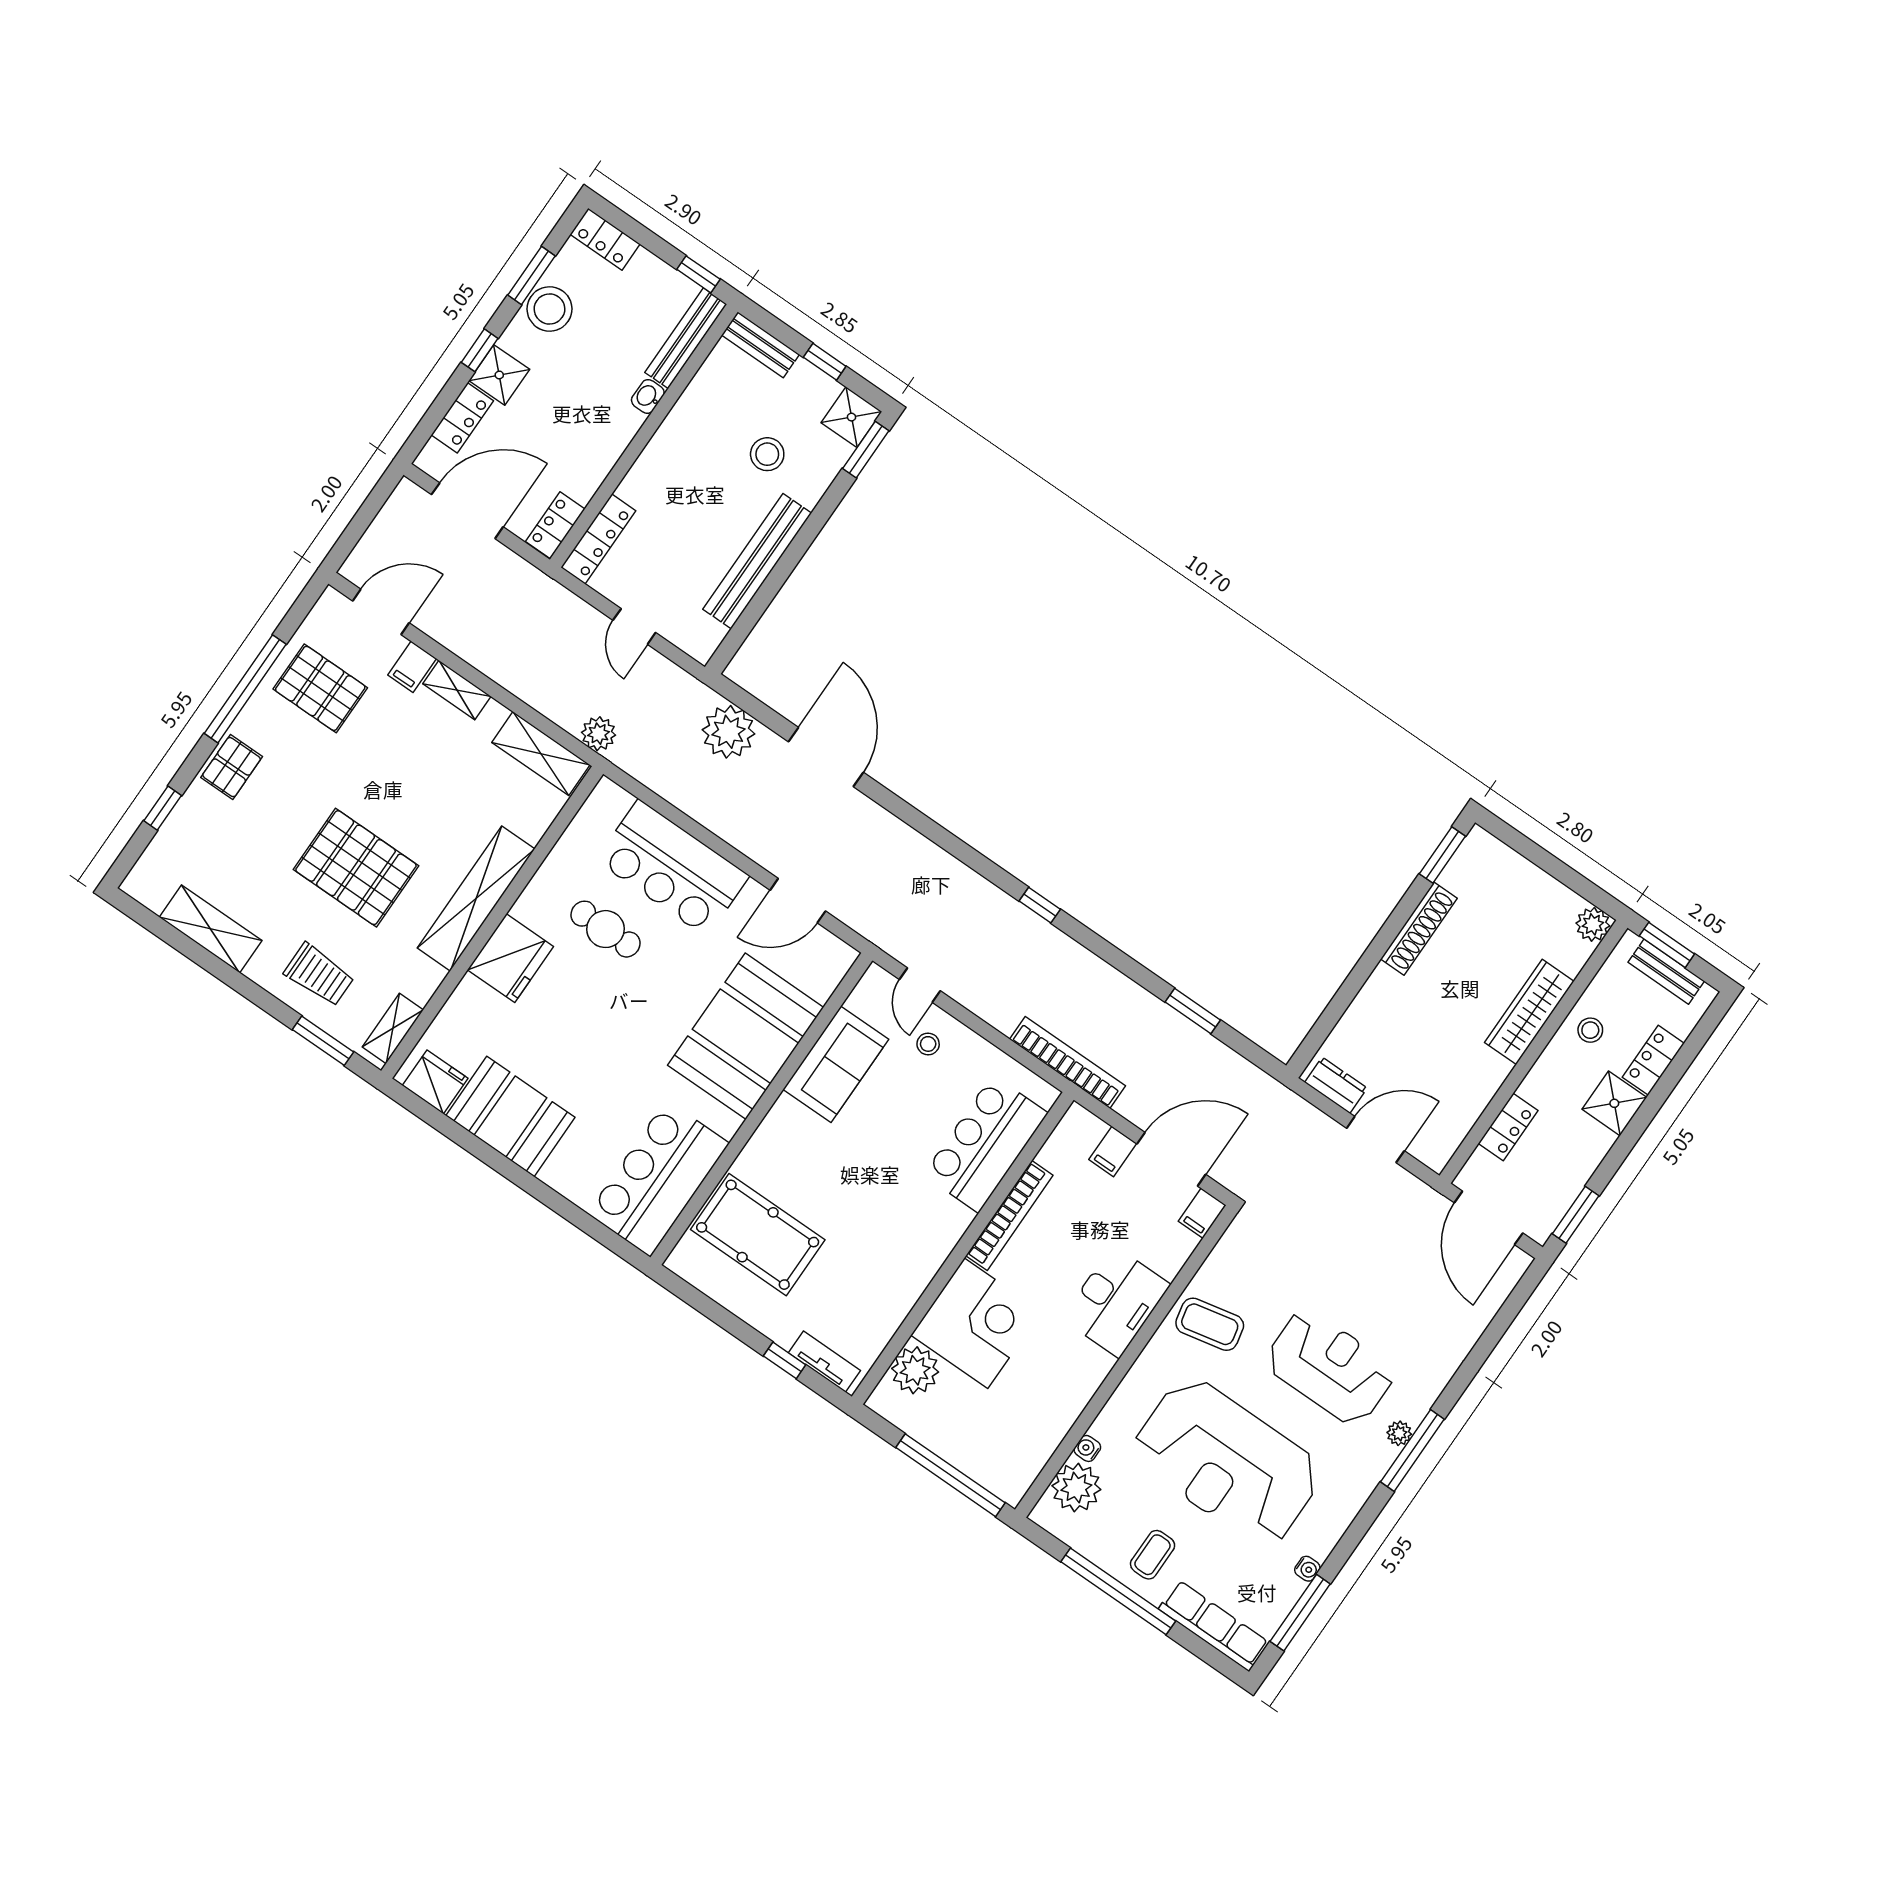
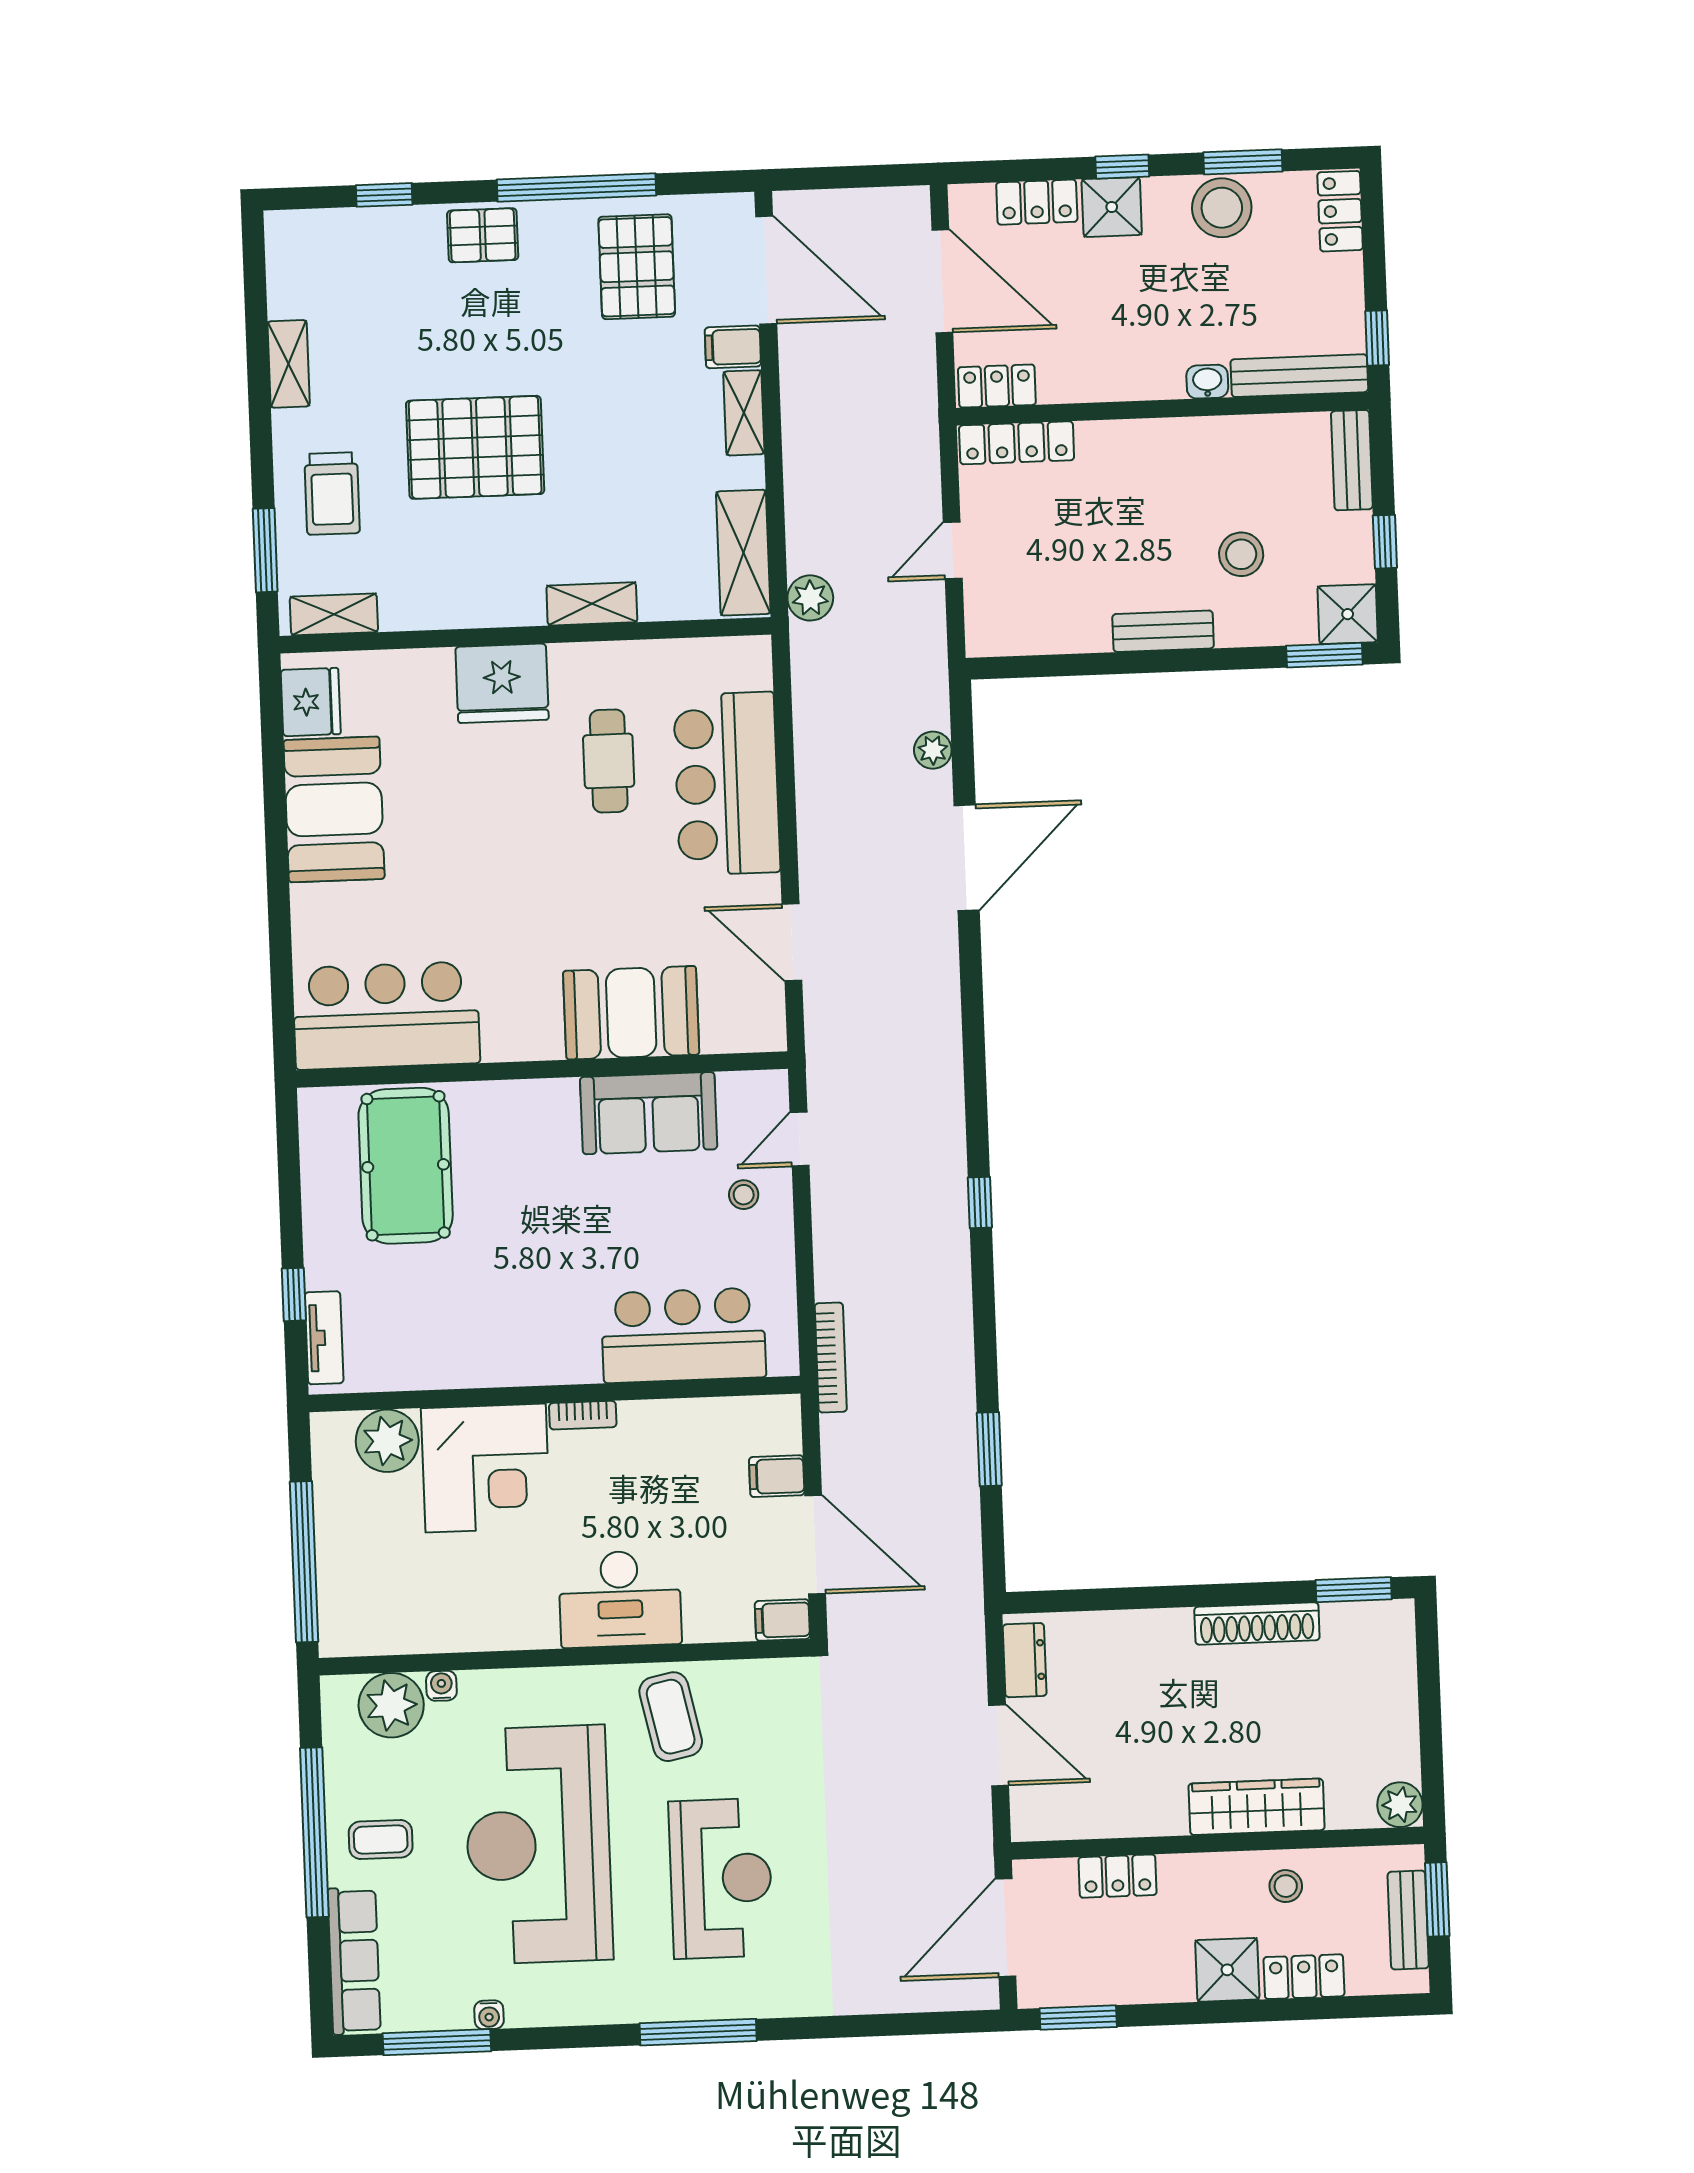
bench: (757, 561) -> (1163, 631), width x0.54, depth x0.82
door: (381, 612) -> (766, 270), width x1.36
plant: (729, 732) -> (933, 750), width x0.53, depth x0.53
pallet: (356, 868) -> (475, 447), turned 90
shelving: (476, 898) -> (592, 604), width x0.45, depth x0.75
shelving: (211, 929) -> (289, 364), width x0.67, depth x0.75
booth: (746, 1036) -> (631, 1013), width x0.73, depth x0.70
bookcase: (1068, 1062) -> (831, 1358), width x0.68, depth x0.76
bookcase: (1009, 1216) -> (583, 1415), width x0.43, depth x0.76
plant: (1399, 1433) -> (706, 2004), removed

